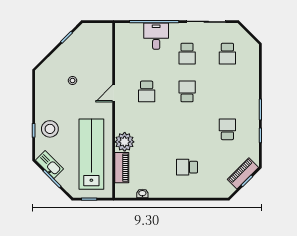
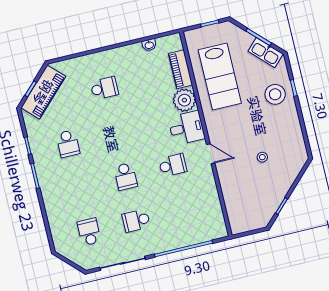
desk: (156, 36) -> (187, 128), moved, turned -90
school desk: (187, 54) -> (136, 221), turned -90
school desk: (147, 91) -> (173, 165), turned 90
door: (114, 93) -> (211, 154), hinge flipped
lab bench: (91, 154) -> (220, 77), width x0.73
piano: (243, 173) -> (43, 92), width x1.37, depth x1.33

